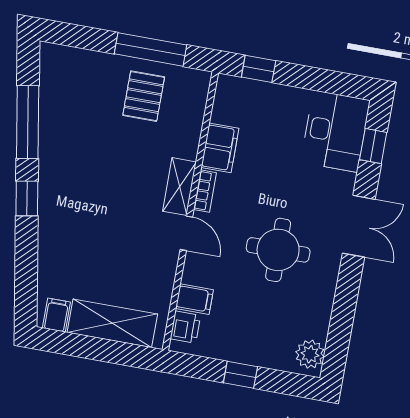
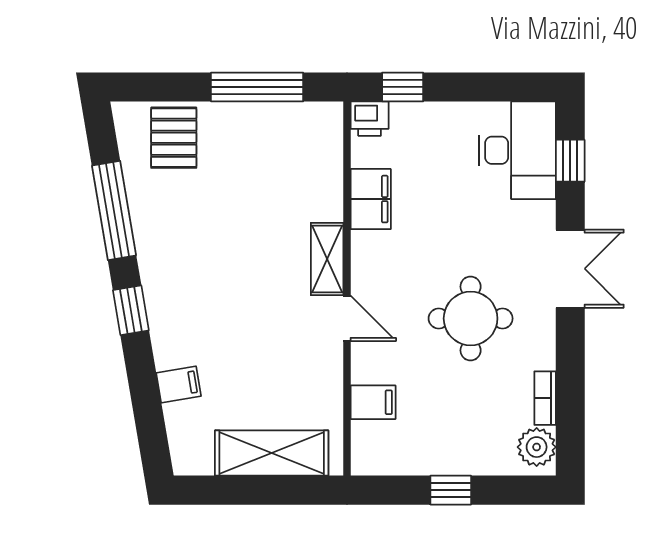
pallet: (144, 96) -> (174, 138), moved
bookcase: (205, 191) -> (545, 398), moved, turned 180
filing cabinet: (56, 315) -> (179, 384), moved, turned 80
printer: (185, 327) -> (370, 119), moved, turned 90

